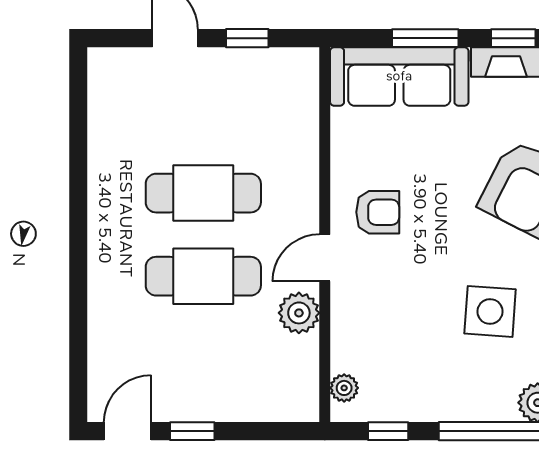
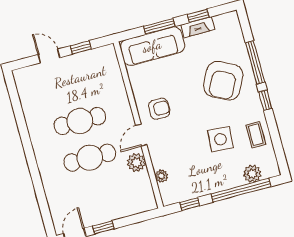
plant: (344, 388) -> (161, 176), moved

